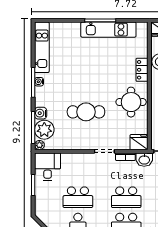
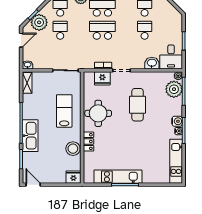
cafe table: (86, 112) -> (138, 105), turned 90
water cooler: (41, 113) -> (177, 121), moved
fridge: (139, 142) -> (102, 78), moved
washbasin: (144, 160) -> (152, 63), moved
school desk: (78, 197) -> (145, 30), width x0.54

